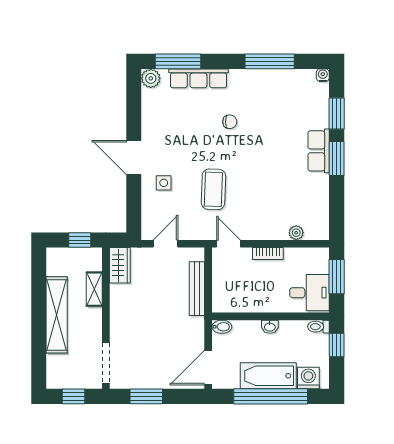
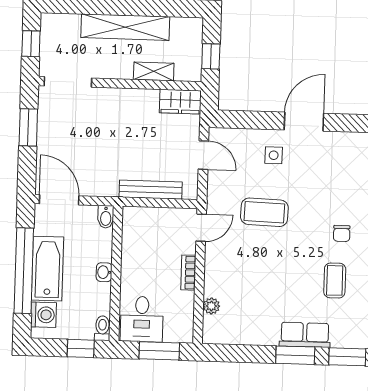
coffee table: (271, 126) -> (335, 280), added

